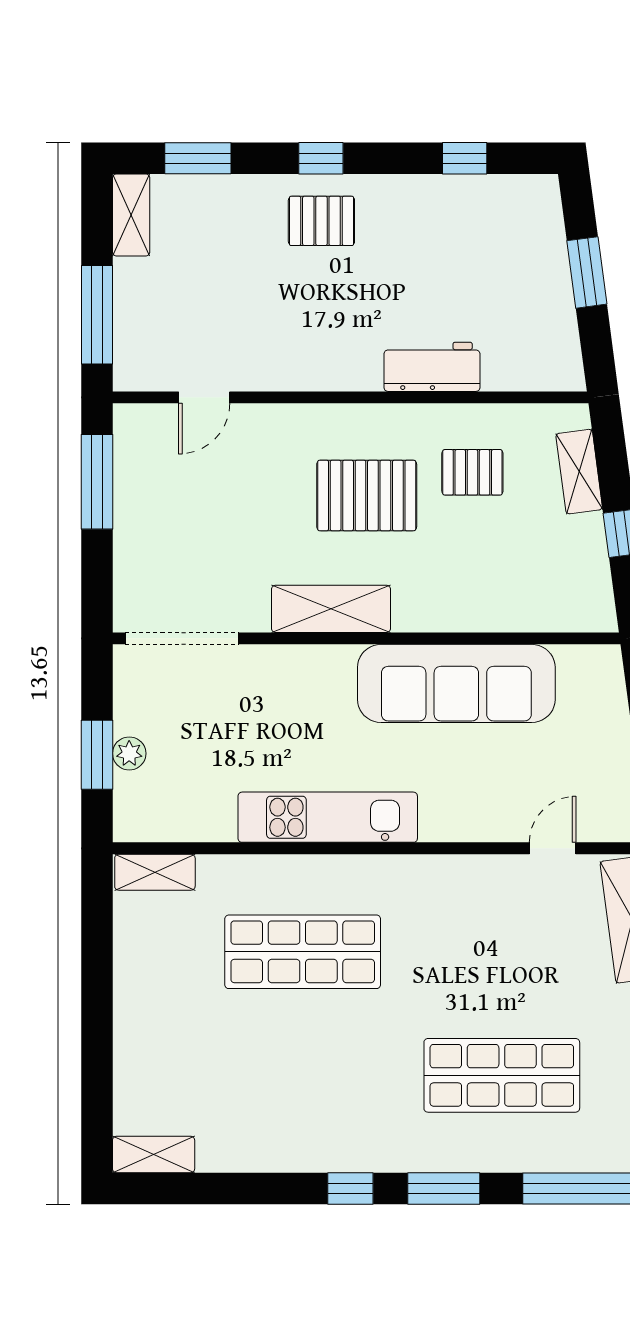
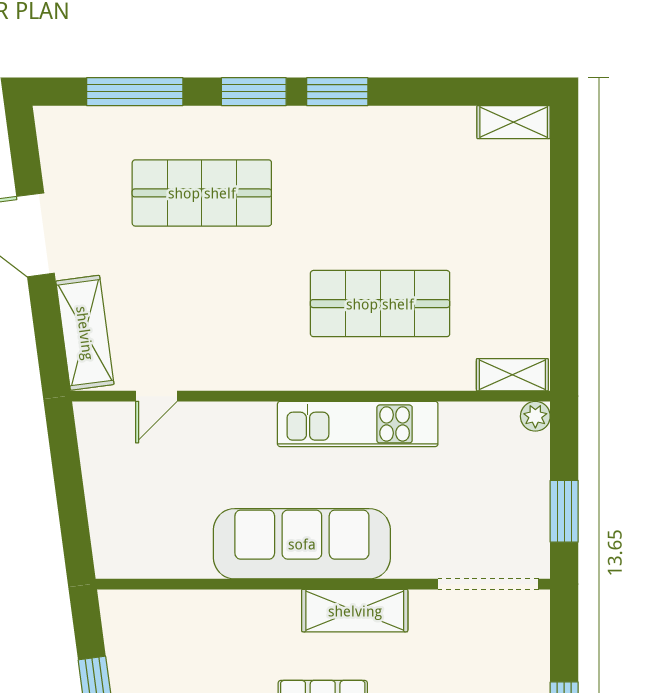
sofa: (456, 683) -> (302, 544), moved
plant: (129, 753) -> (535, 416), moved
window: (97, 755) -> (564, 511), moved
window: (350, 1188) -> (337, 92), width x1.50

